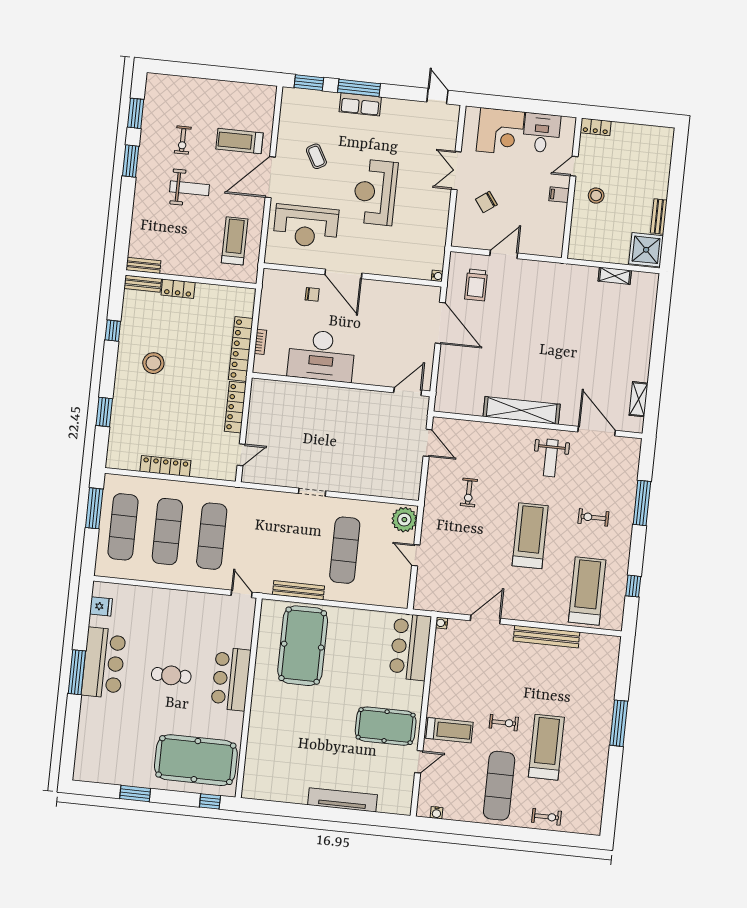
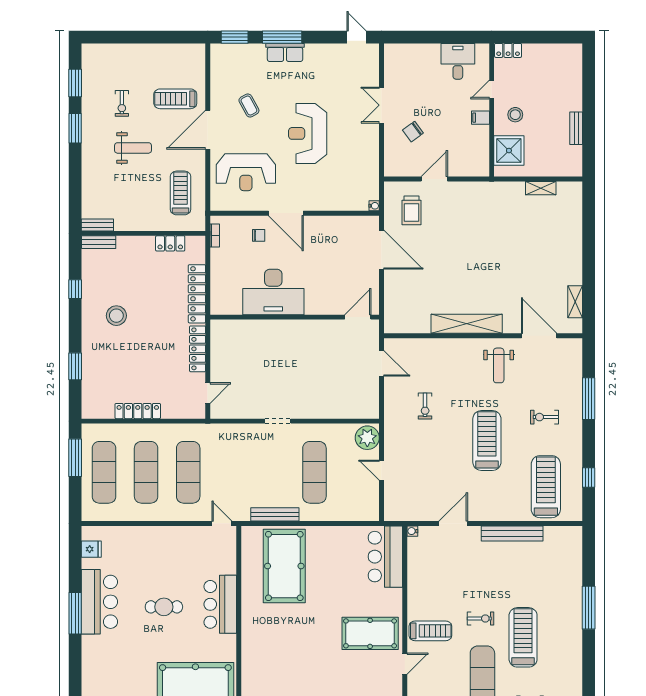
corner desk: (500, 132) -> (419, 64), removed
shower: (646, 250) -> (509, 151), moved
locker: (178, 289) -> (170, 243), moved
bookcase: (260, 342) -> (215, 235), moved

